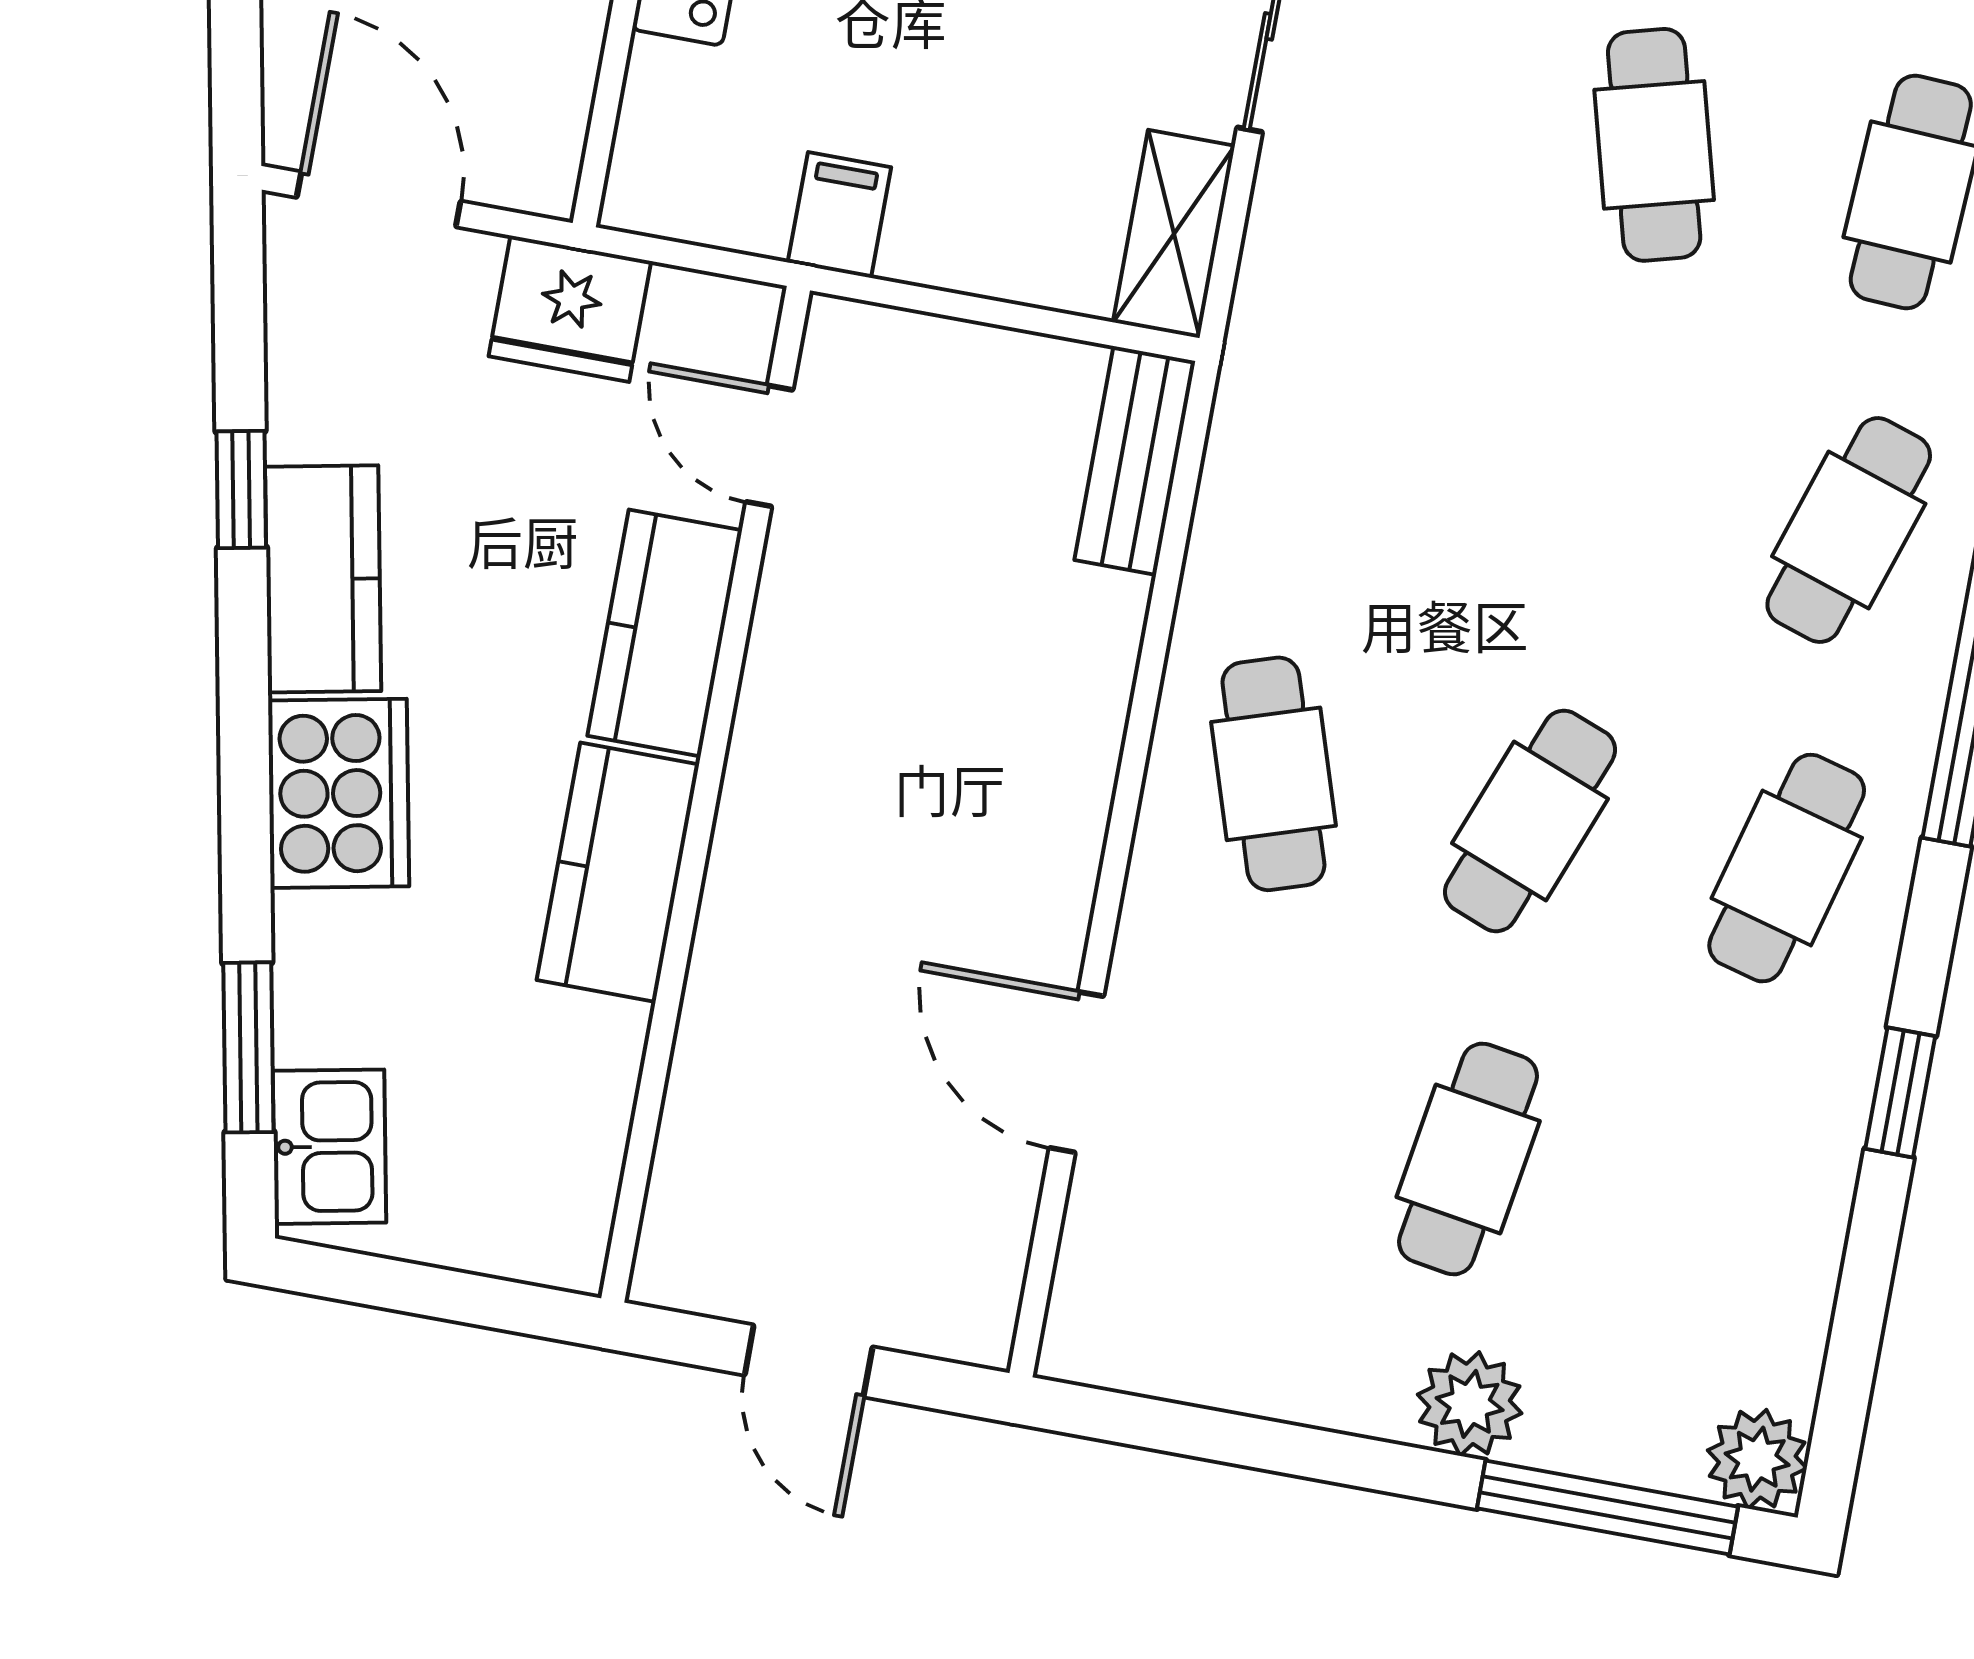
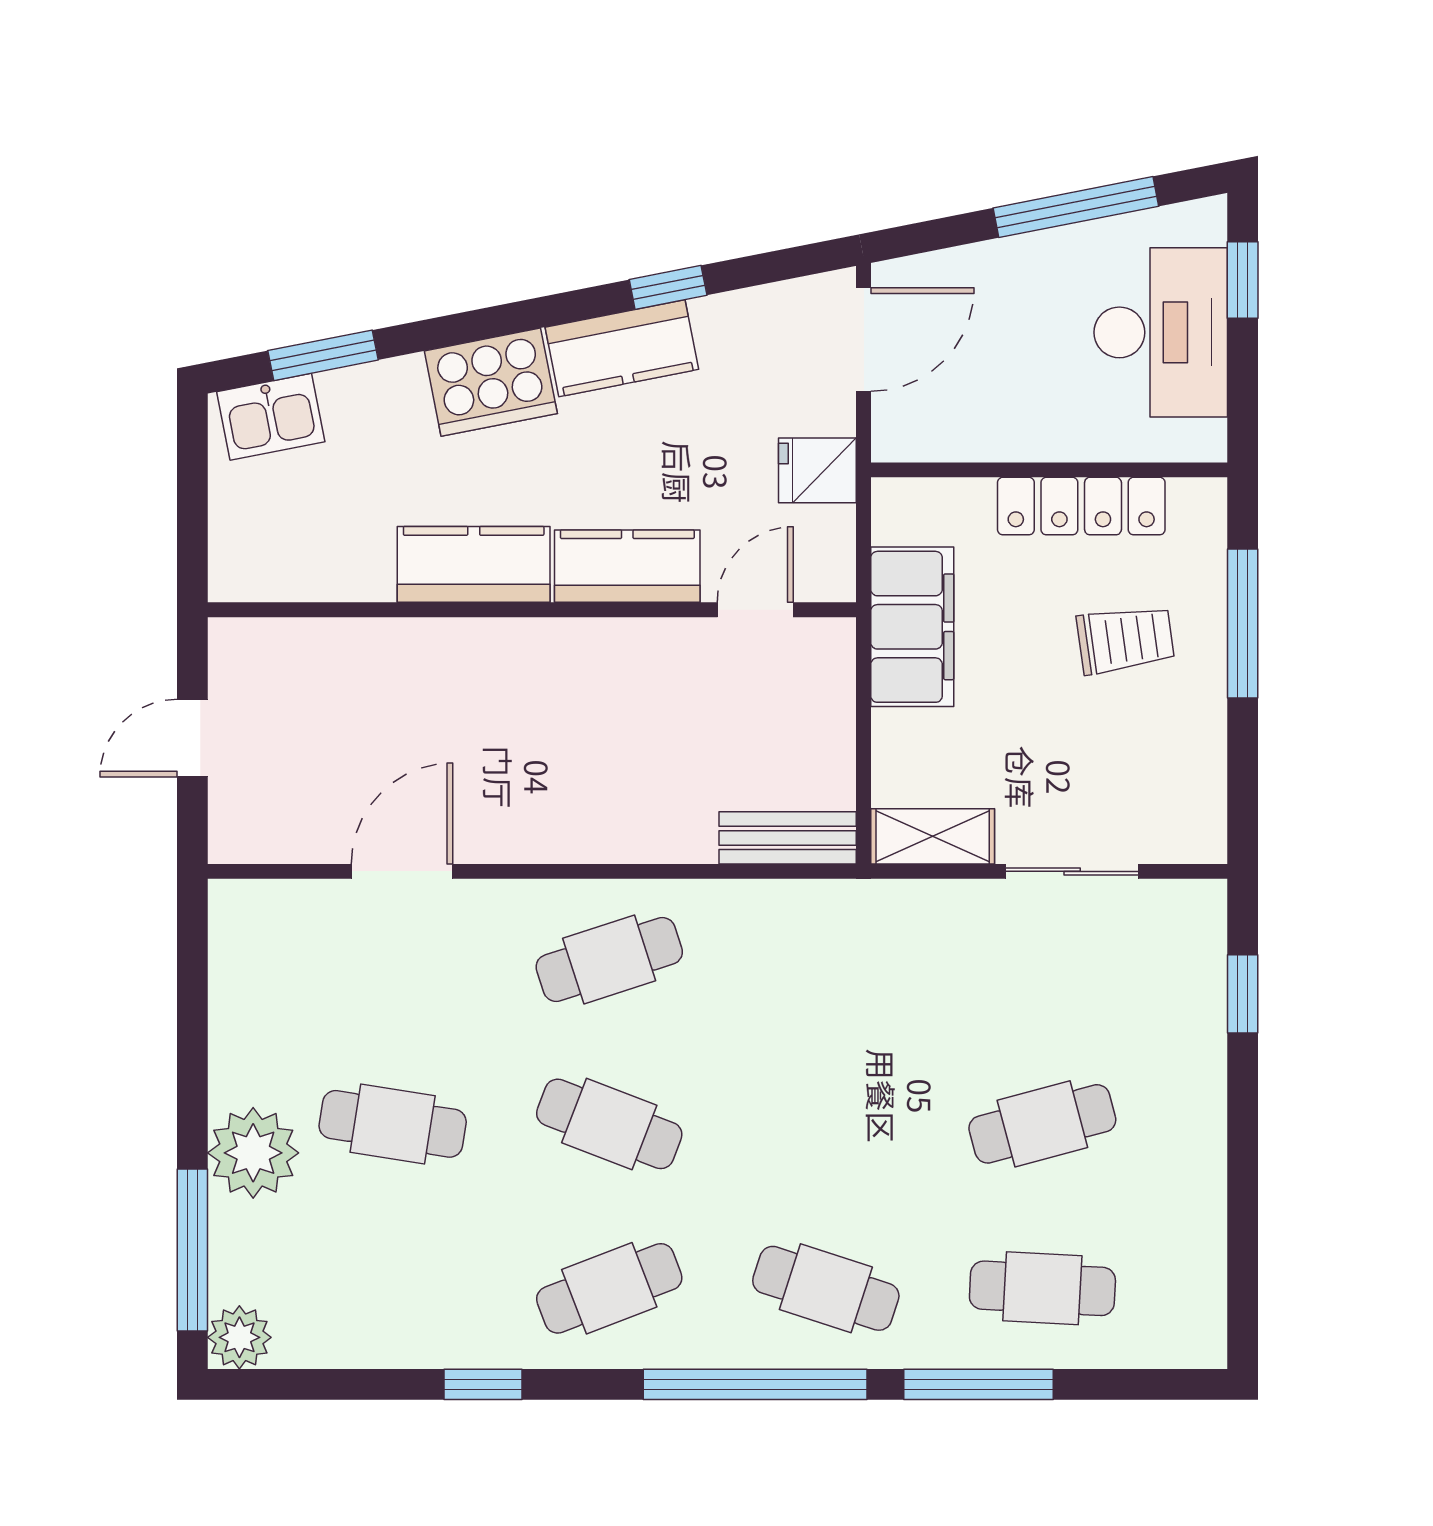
filing cabinet: (839, 215) -> (912, 627), width x3.00, depth x1.17
fridge: (570, 309) -> (817, 470), width x0.72
cafe table: (1787, 868) -> (609, 1288), turned -36
plant: (1470, 1404) -> (253, 1153), width x1.36, depth x1.36

